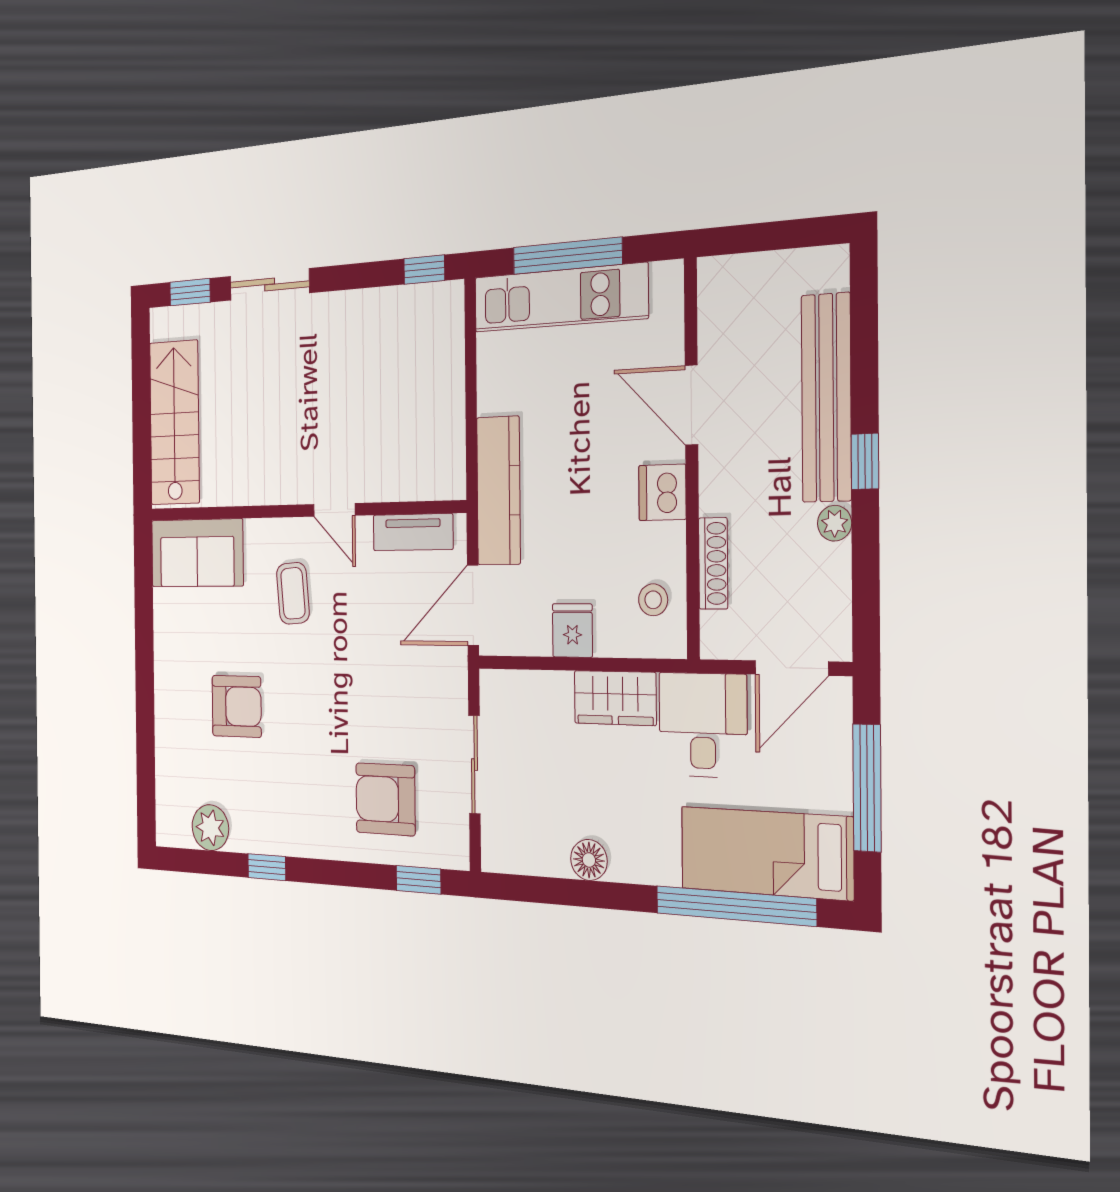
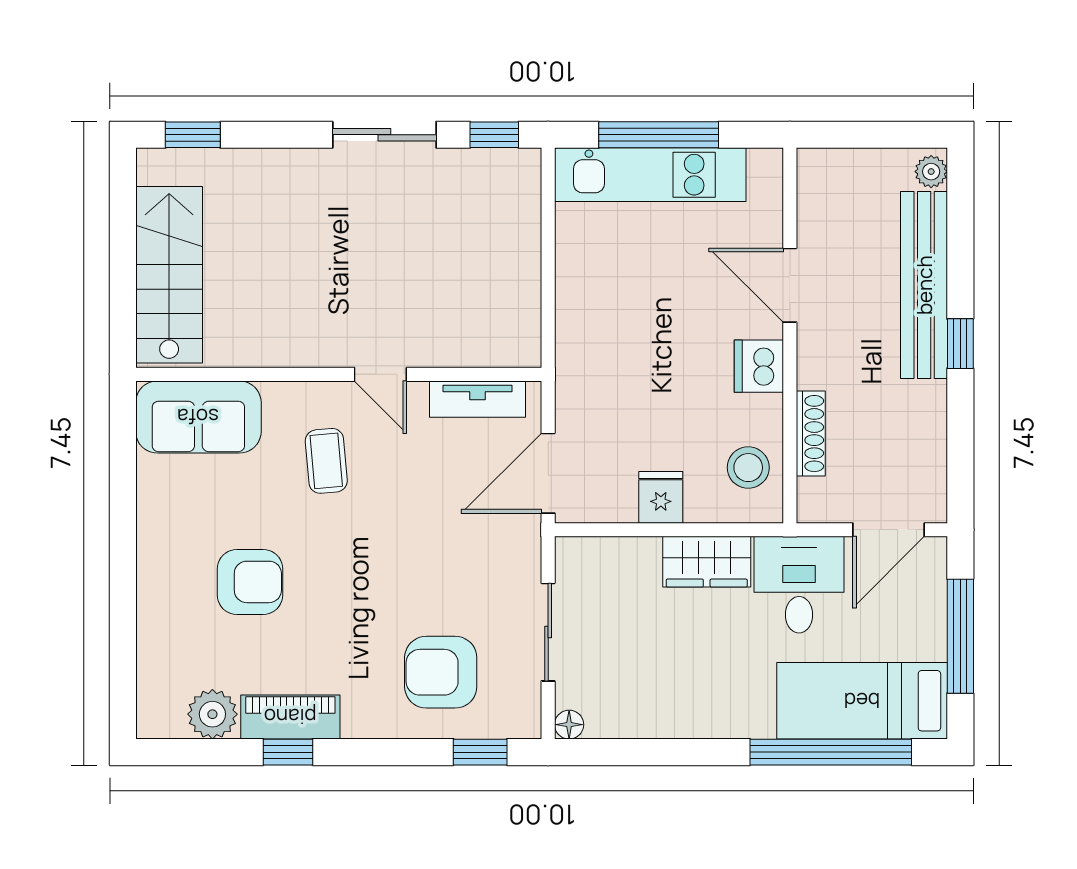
sliding door: (270, 284) -> (384, 135), moved
kitchen counter: (498, 491) -> (579, 360), removed
plant: (835, 523) -> (931, 172), moved
stool: (653, 600) -> (748, 468), width x1.37, depth x1.37
piano: (268, 834) -> (290, 717), added
floor lamp: (589, 860) -> (569, 725), moved, width x0.73, depth x0.73

